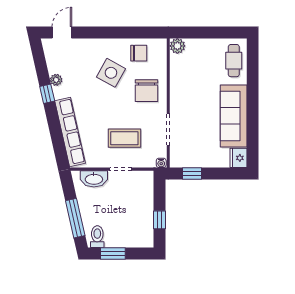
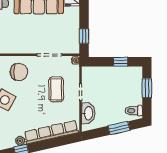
plant: (56, 80) -> (20, 141), moved
window: (75, 218) -> (119, 128), width x0.69
window: (113, 254) -> (147, 88), moved

